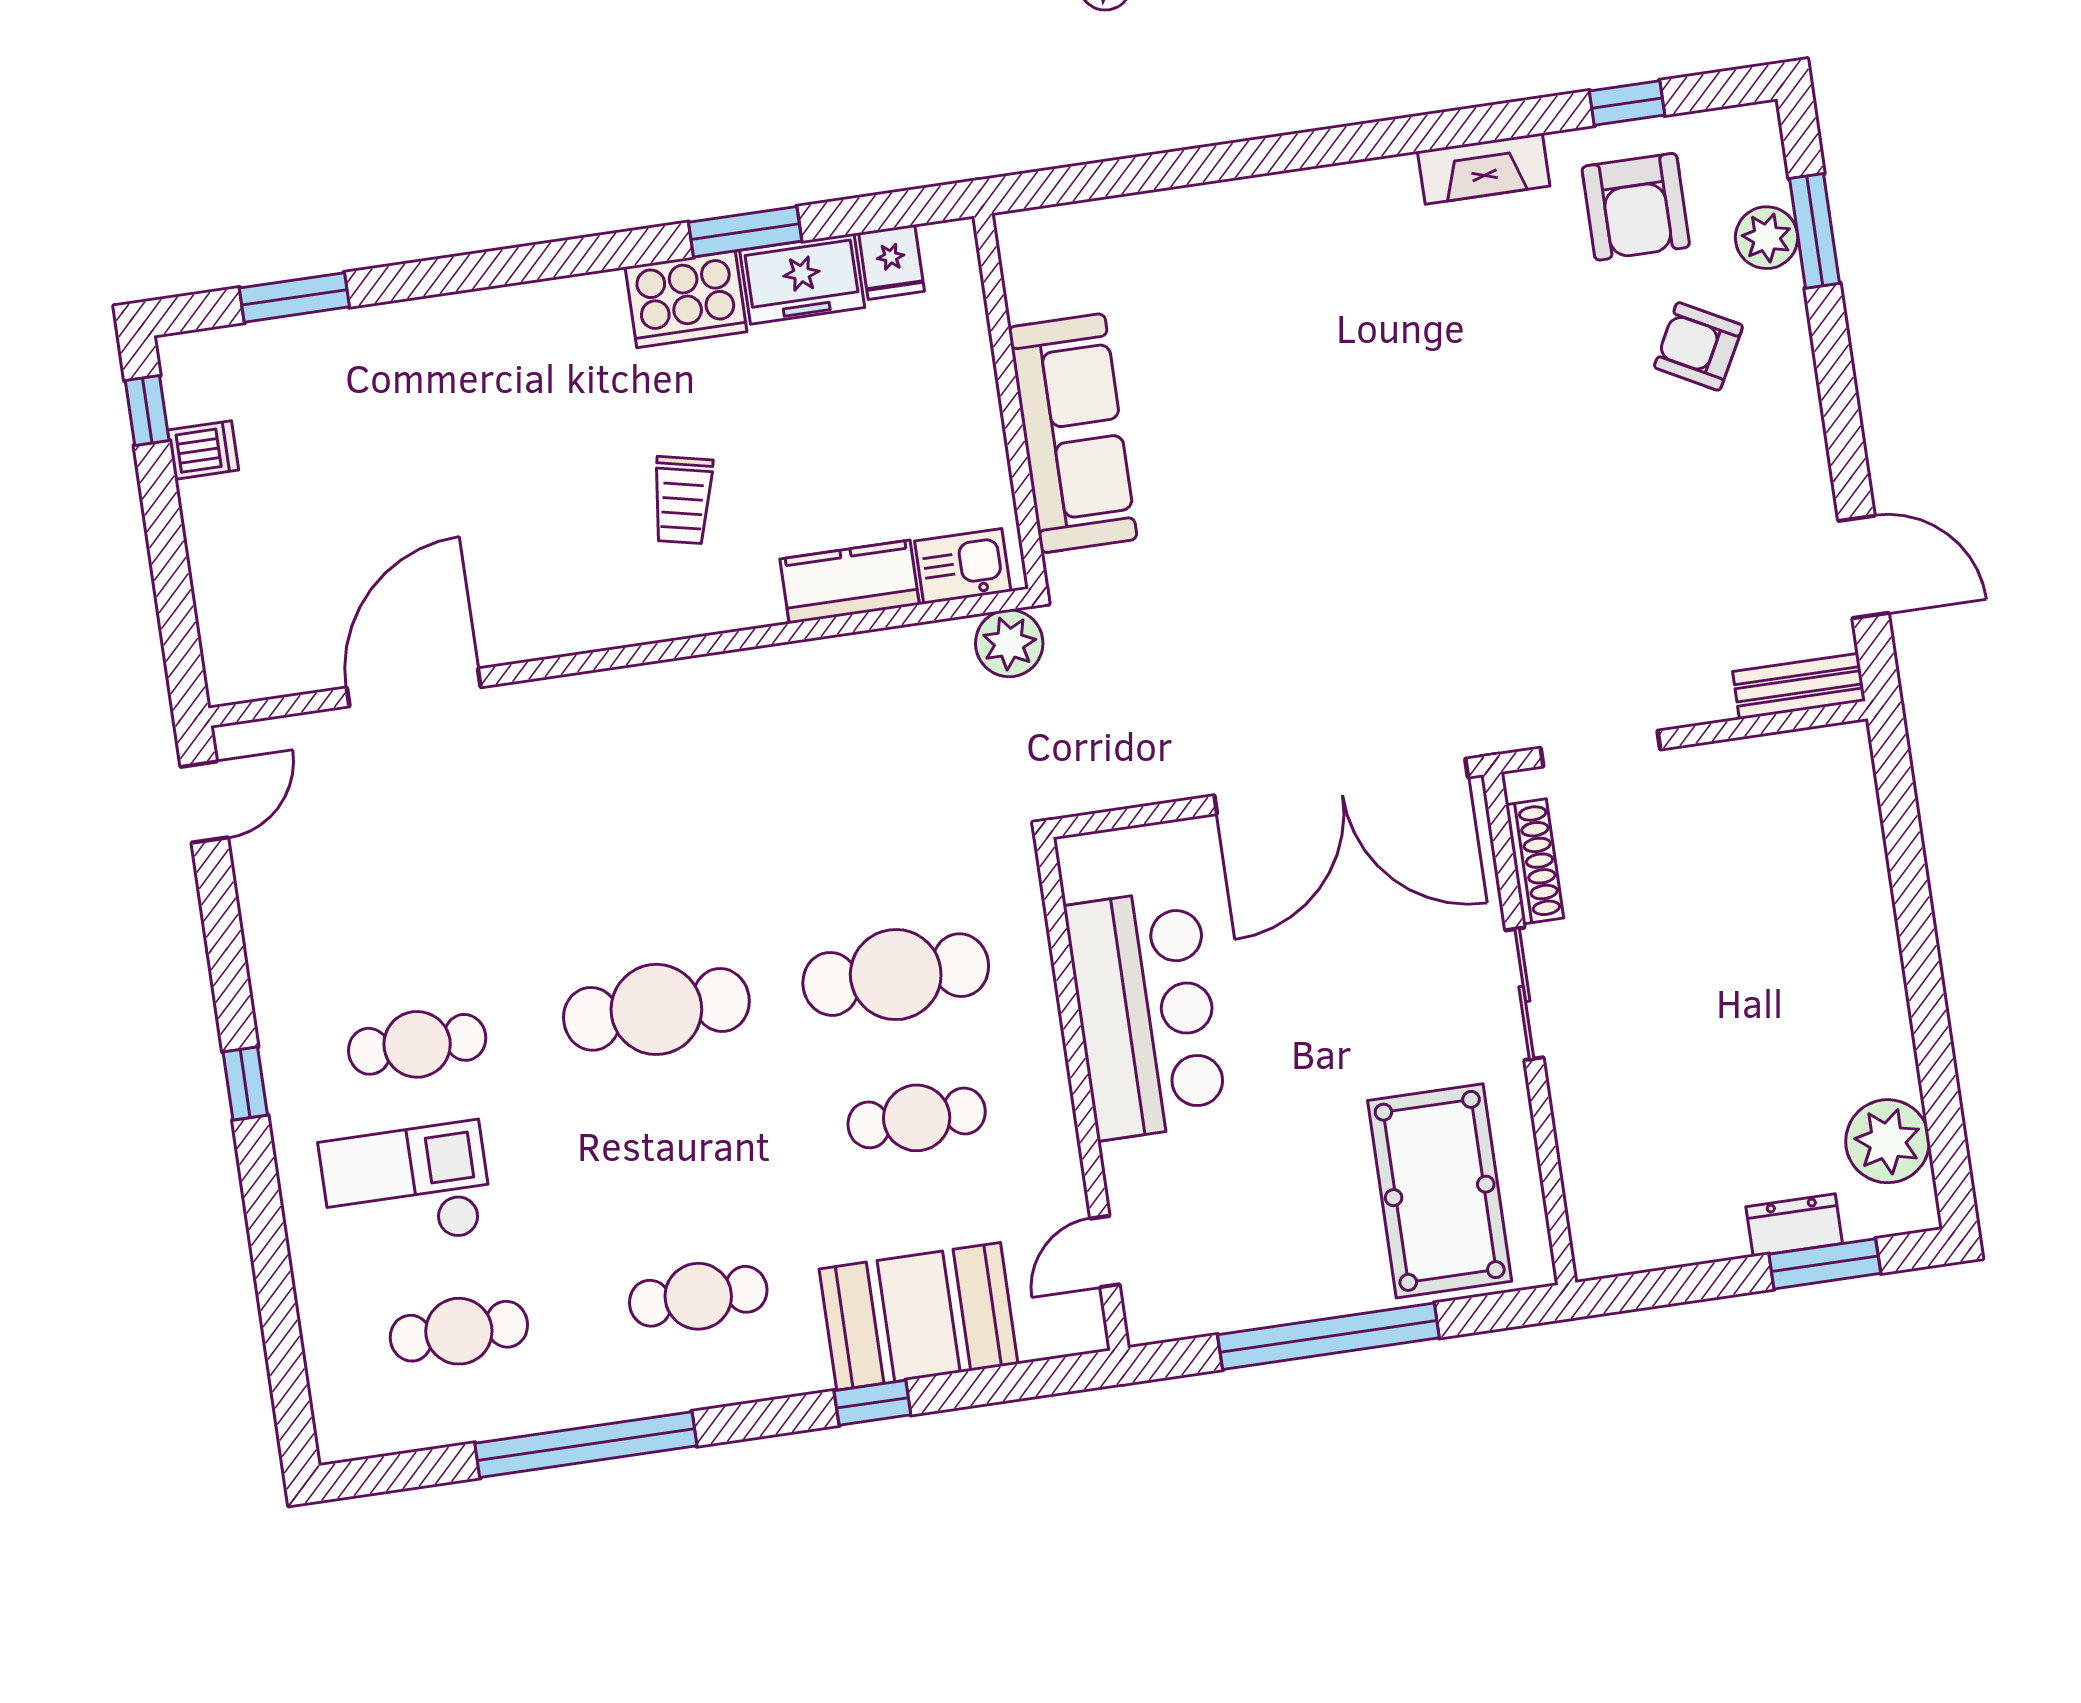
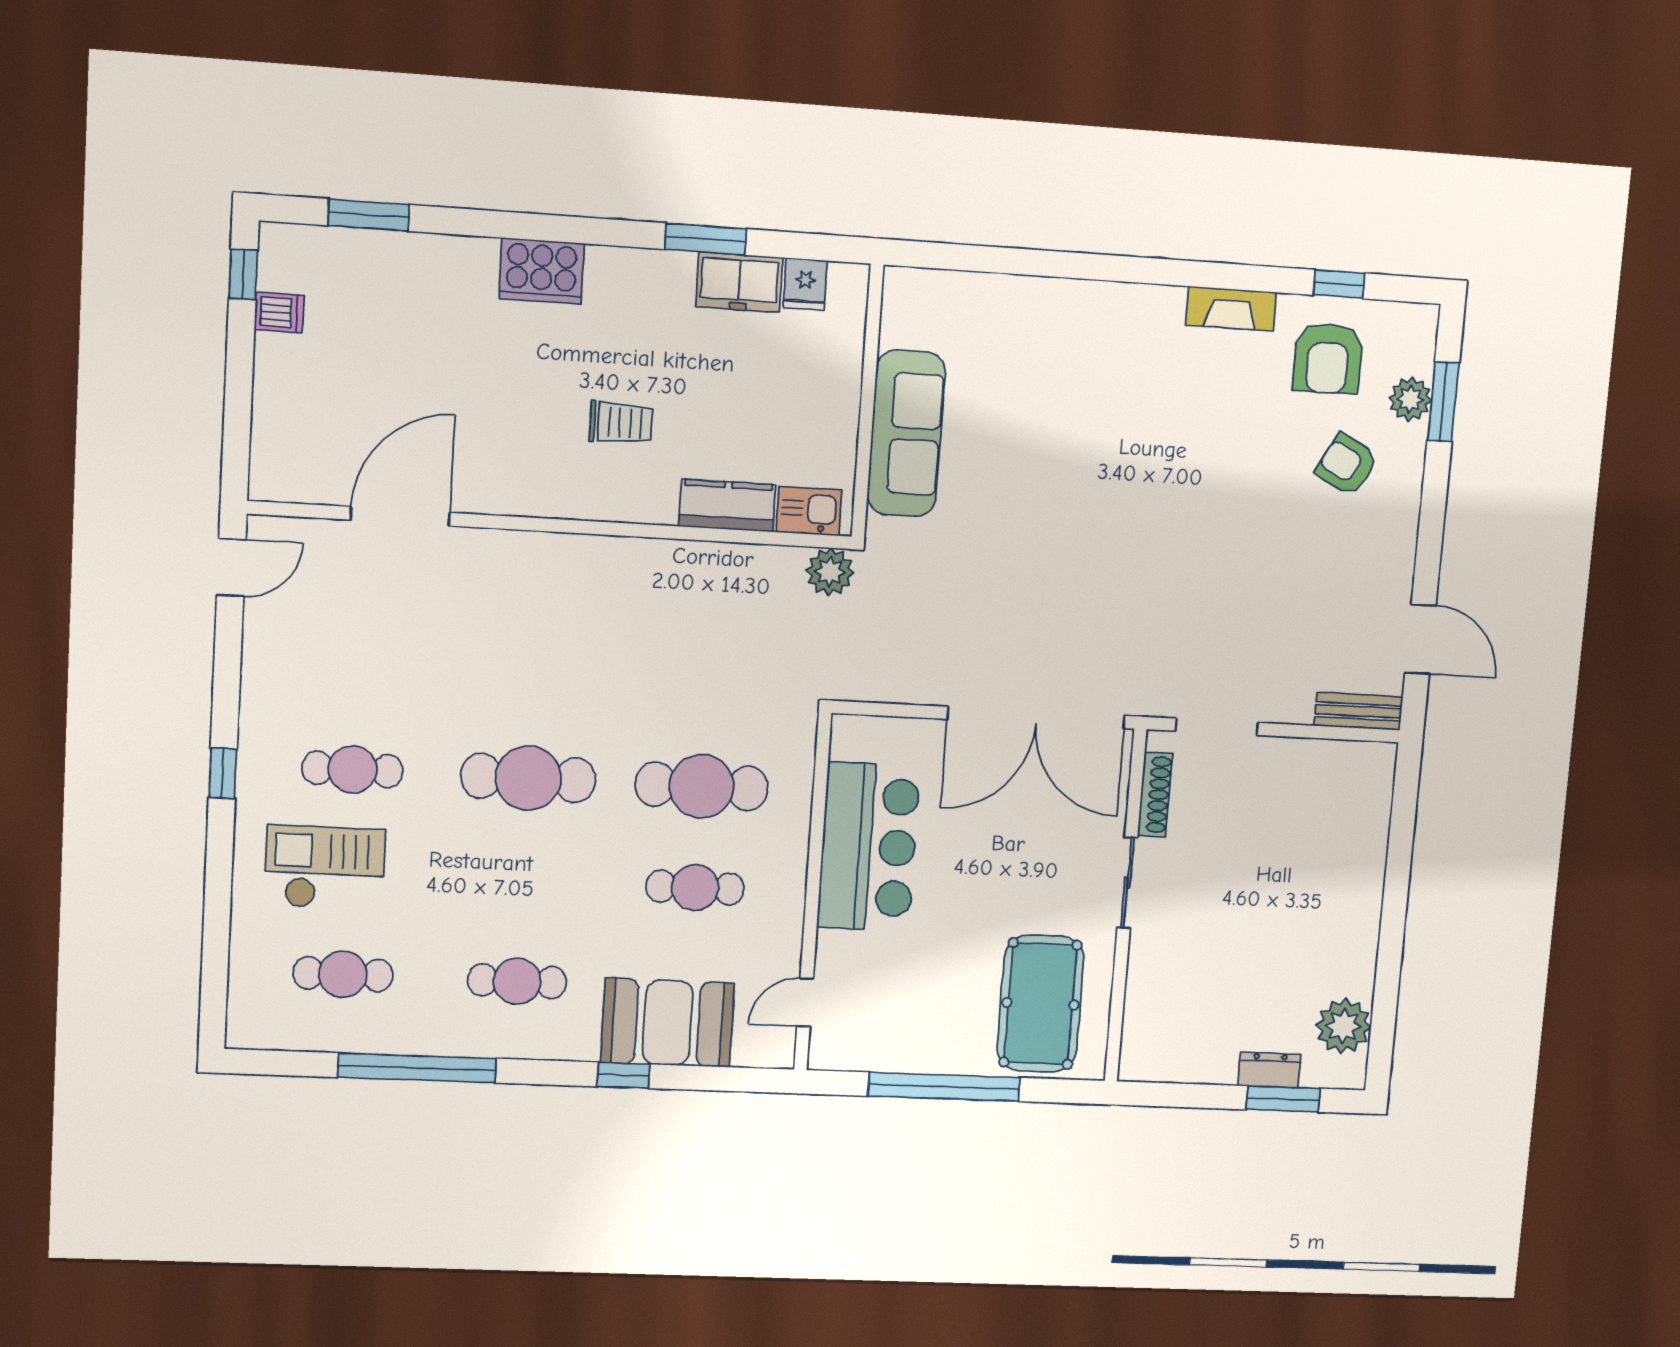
cooker: (686, 299) -> (541, 271), moved
trolley: (683, 500) -> (621, 423), turned -102

